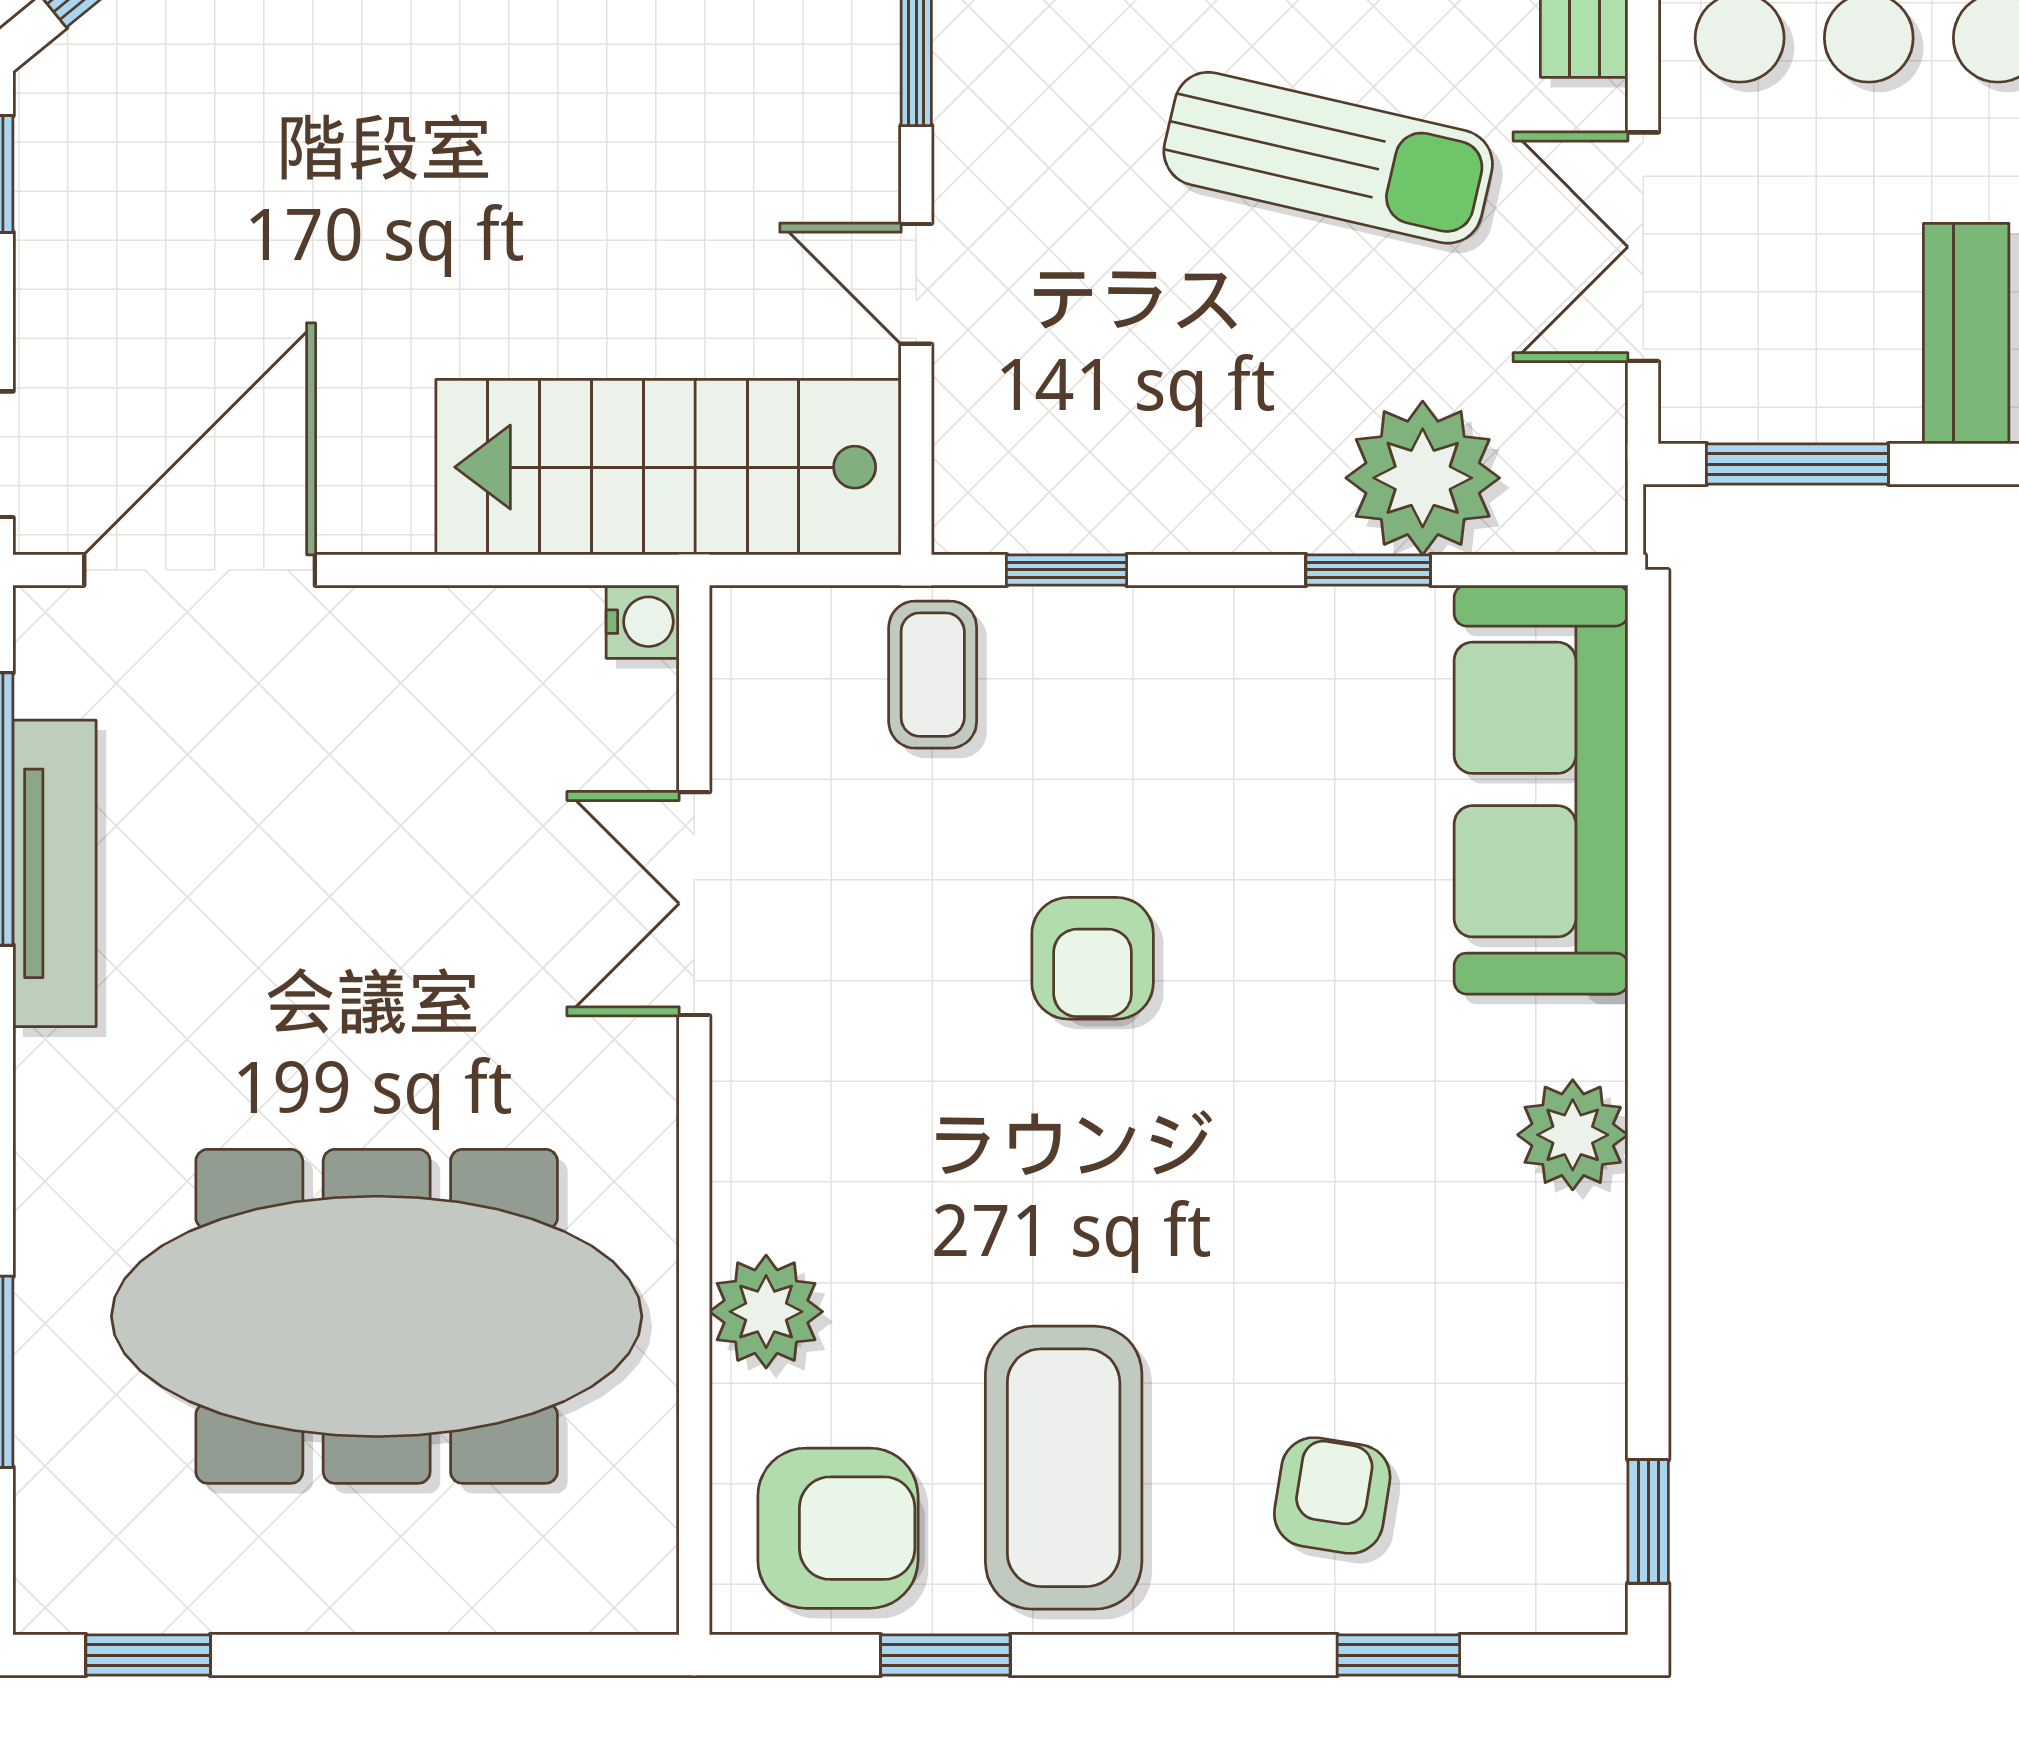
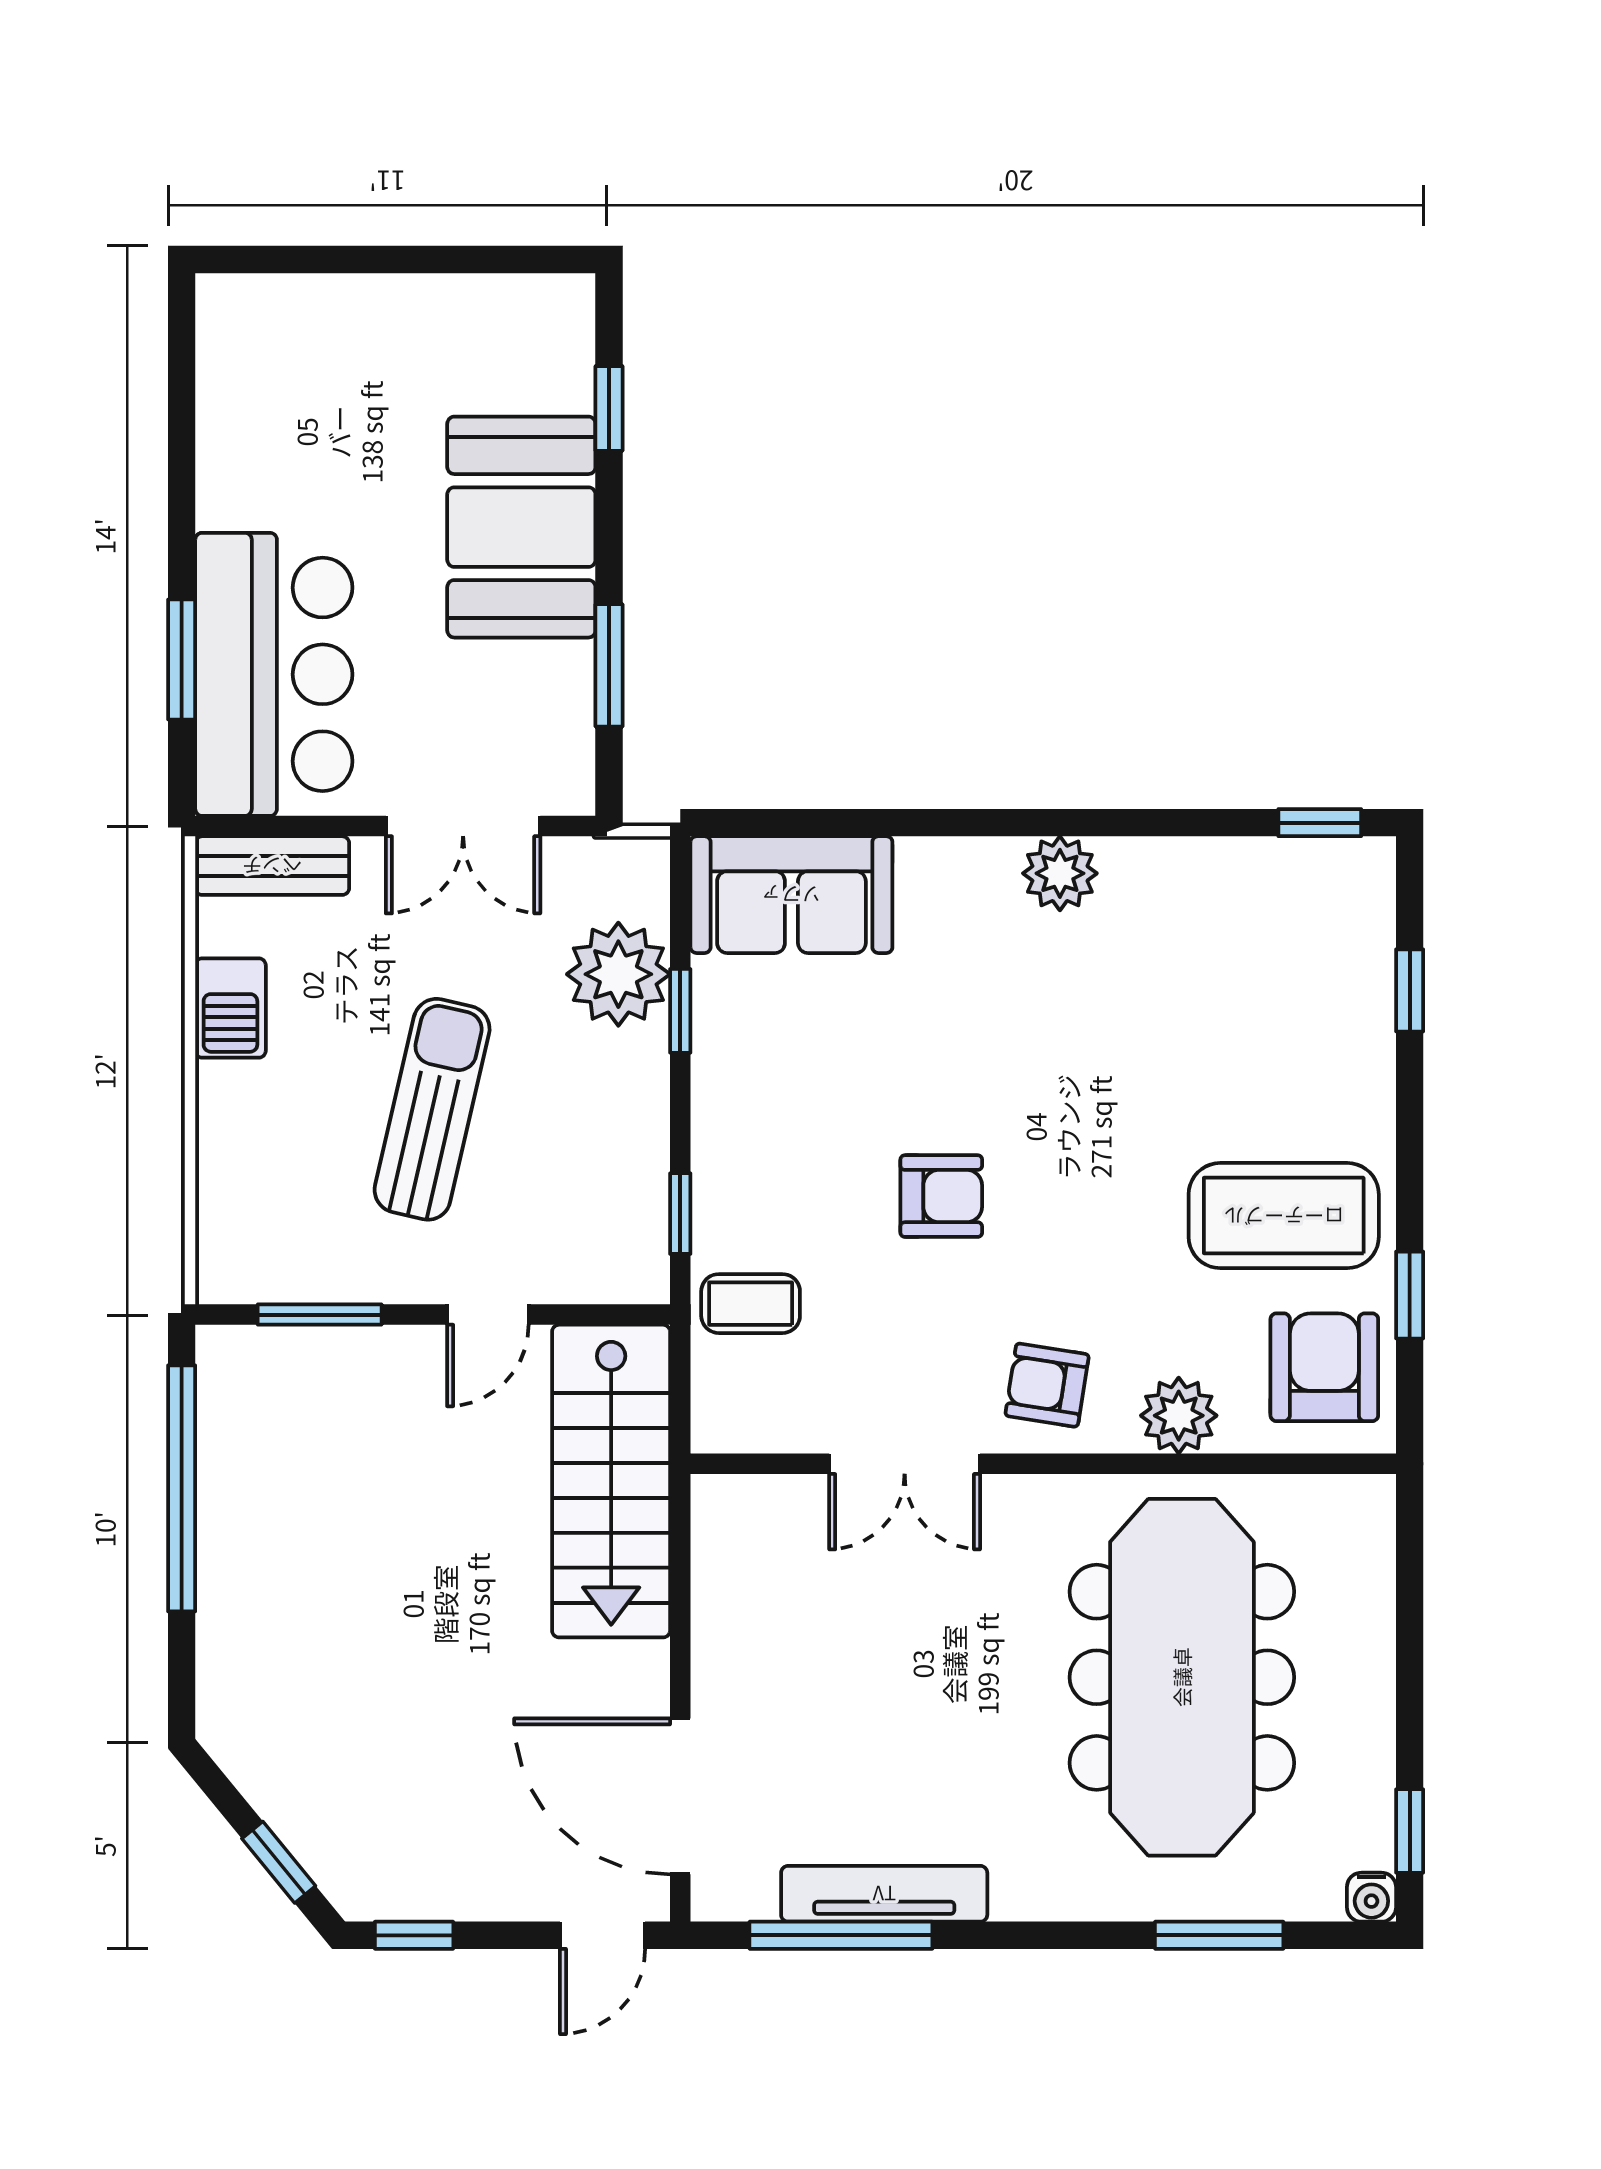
sun lounger: (1328, 158) -> (432, 1109), moved
window: (1797, 464) -> (609, 665), moved
water cooler: (643, 622) -> (1371, 1897), moved, turned 180
sofa: (1541, 790) -> (791, 895), width x0.73
armchair: (1332, 1496) -> (1047, 1385), moved

